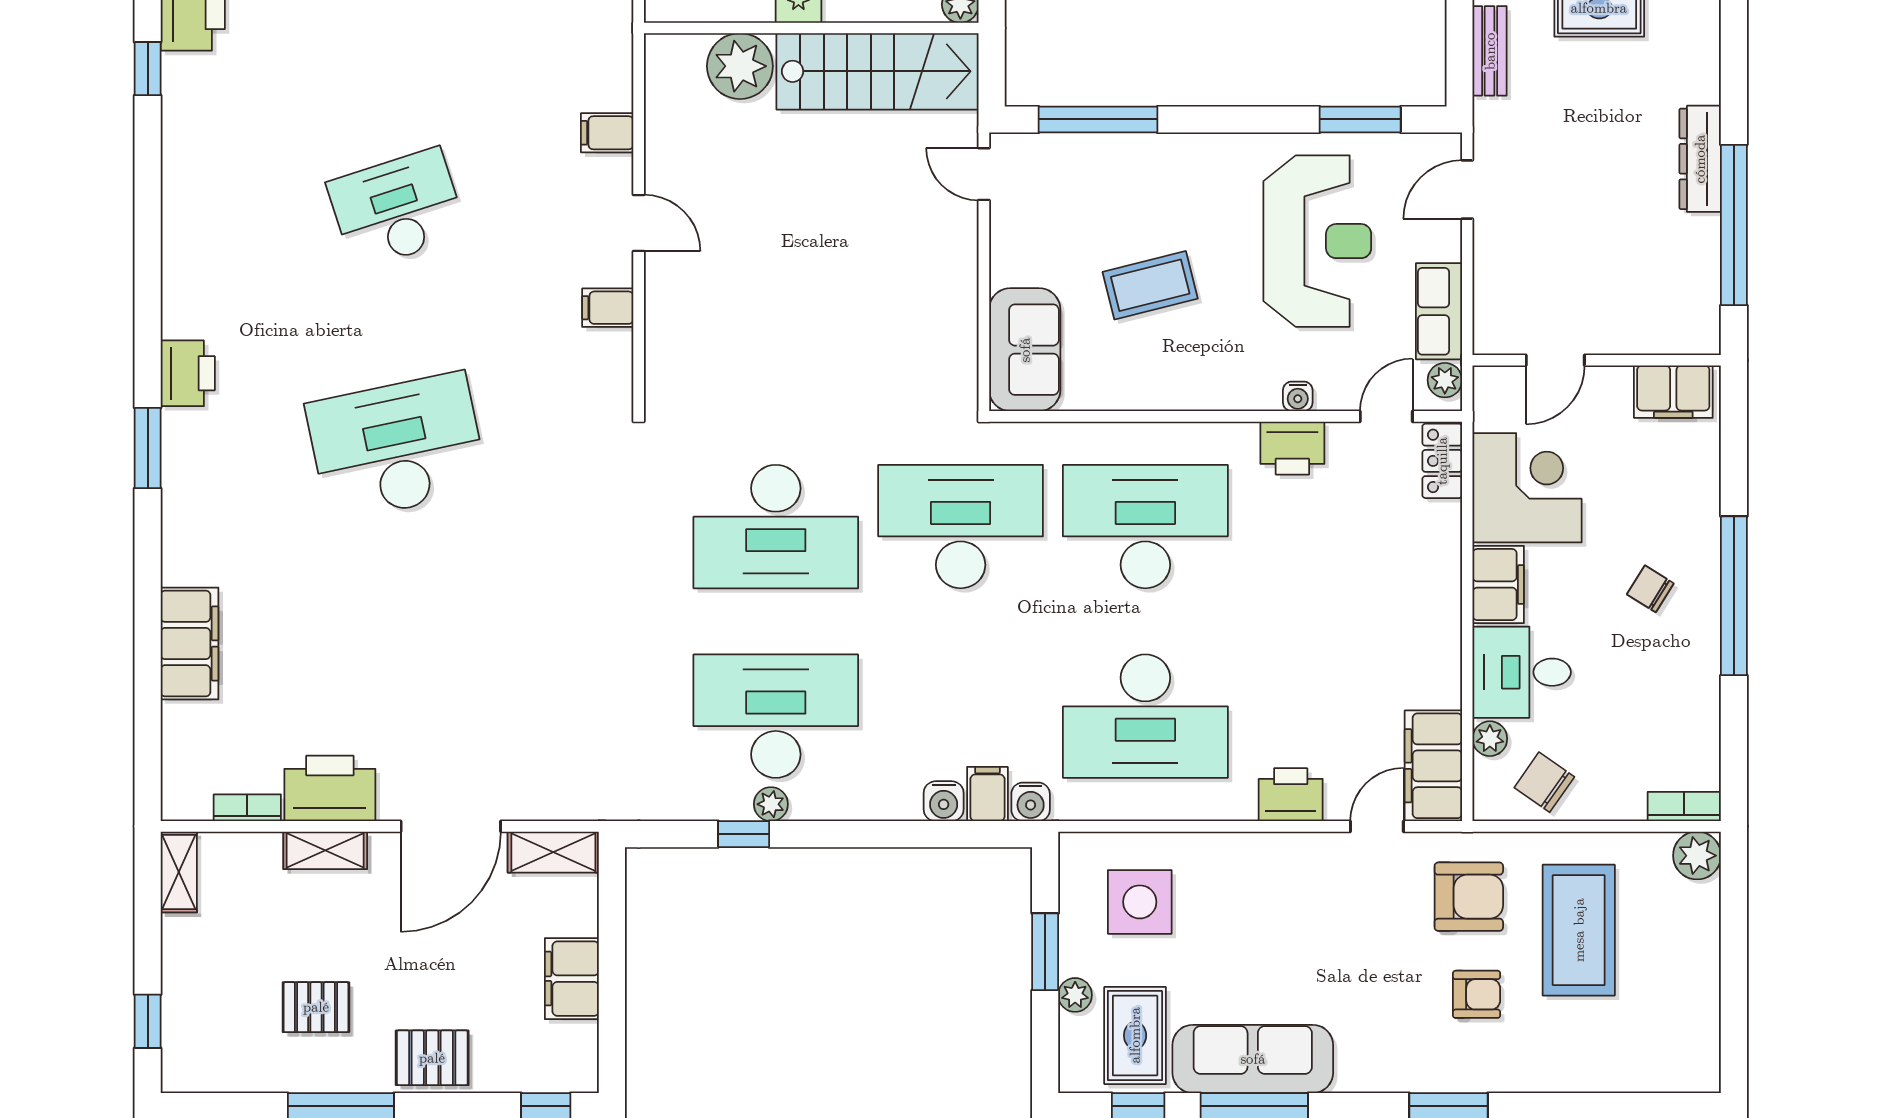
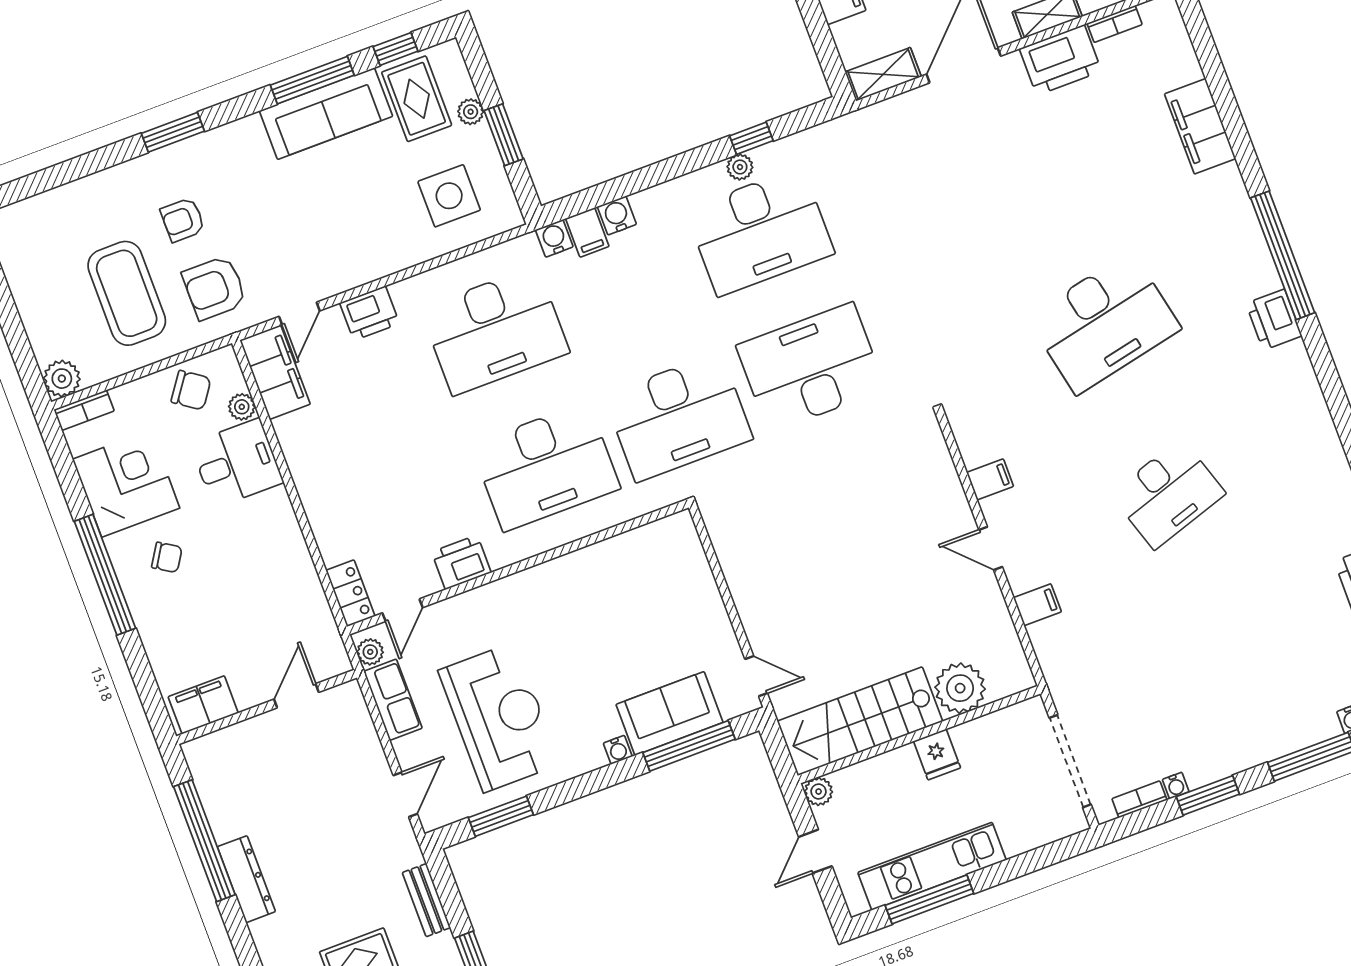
reception desk: (1317, 241) -> (499, 717), turned 180
coffee table: (1150, 285) -> (607, 641), removed
sofa: (1025, 350) -> (670, 713), moved, turned 90
water cooler: (1298, 396) -> (618, 750), moved, turned 180
window: (148, 448) -> (1283, 255), width x2.11
corner desk: (1527, 488) -> (126, 484), moved, turned 180
filing cabinet: (1498, 585) -> (277, 520), removed
desk: (1145, 716) -> (495, 331), turned 180

